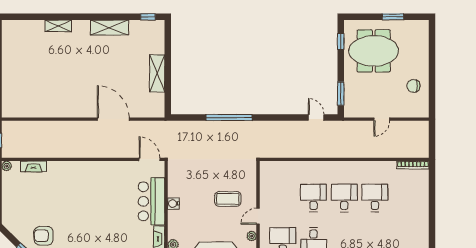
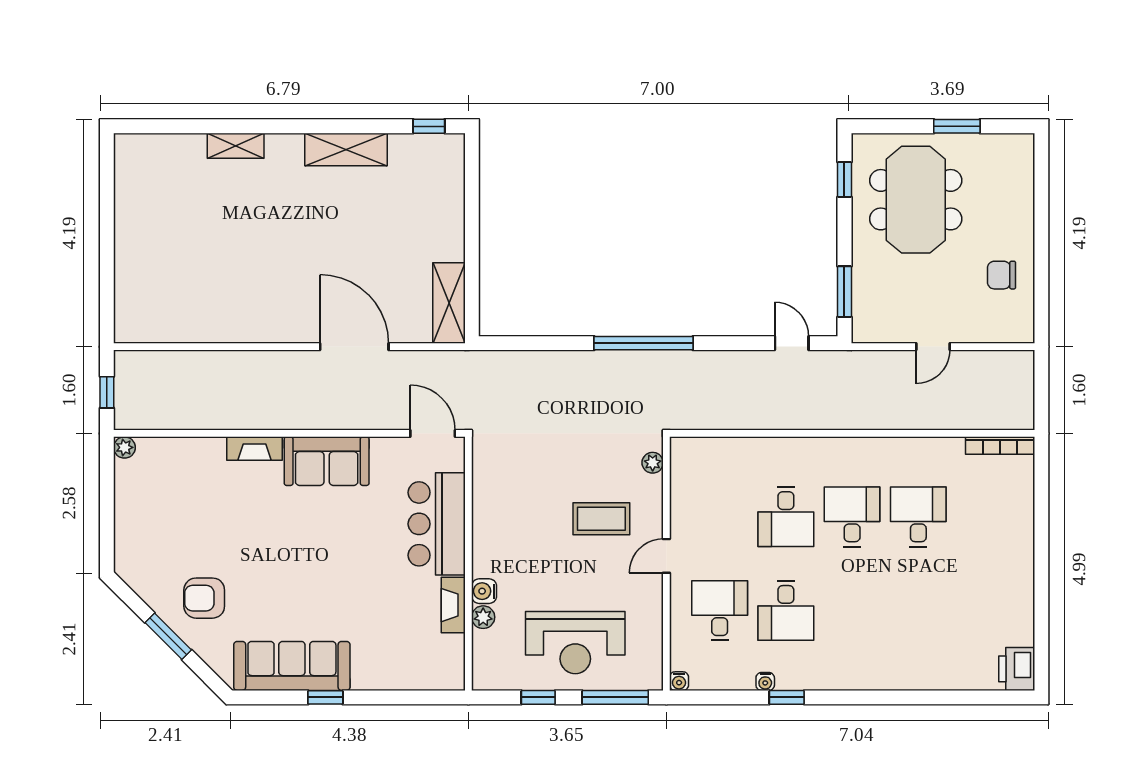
meeting table: (374, 51) -> (916, 200), turned 90
shelving: (157, 73) -> (449, 303), moved
window: (229, 117) -> (643, 343), moved
fireplace: (34, 166) -> (255, 449), moved
sofa: (100, 172) -> (327, 461), added
desk: (313, 198) -> (786, 517), turned 180
water cooler: (173, 204) -> (484, 591), moved
plant: (252, 236) -> (653, 463), moved

